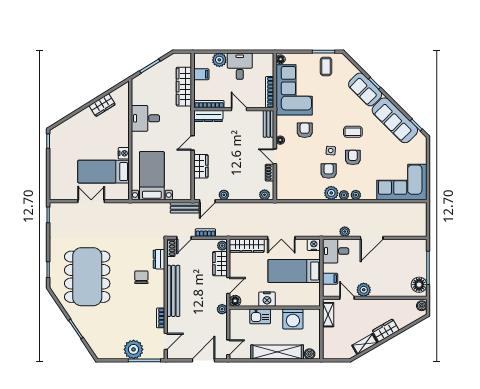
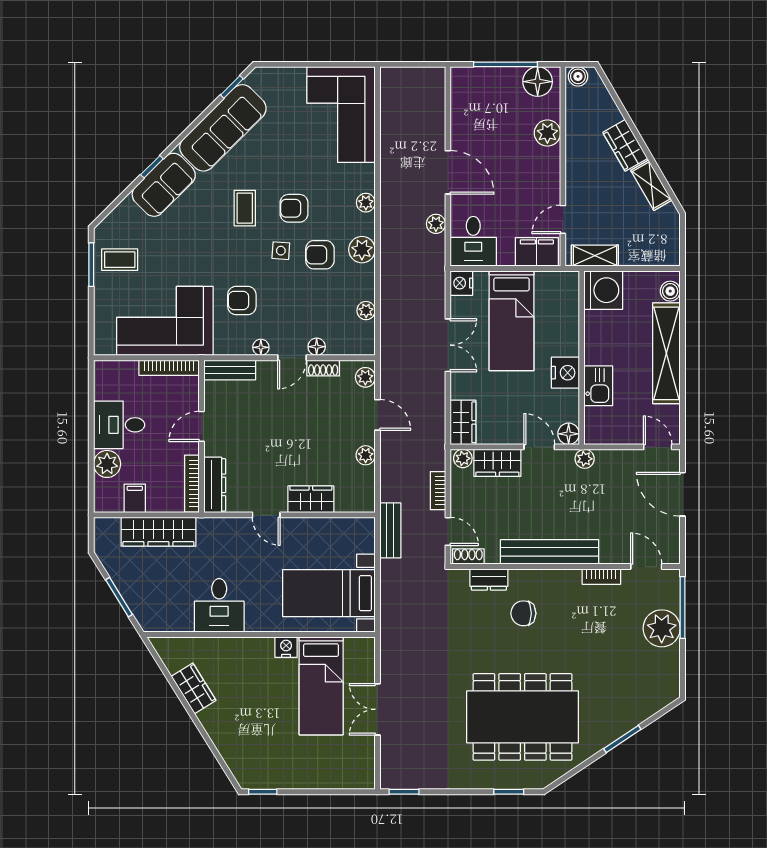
floor lamp: (281, 59) -> (317, 347), moved
plant: (344, 195) -> (366, 311), moved
door: (207, 201) -> (377, 415), moved
wardrobe: (247, 246) -> (463, 422), width x0.67
filing cabinet: (330, 279) -> (537, 252), width x2.00
plant: (364, 290) -> (547, 133), moved
washing machine: (293, 319) -> (603, 290), moved

